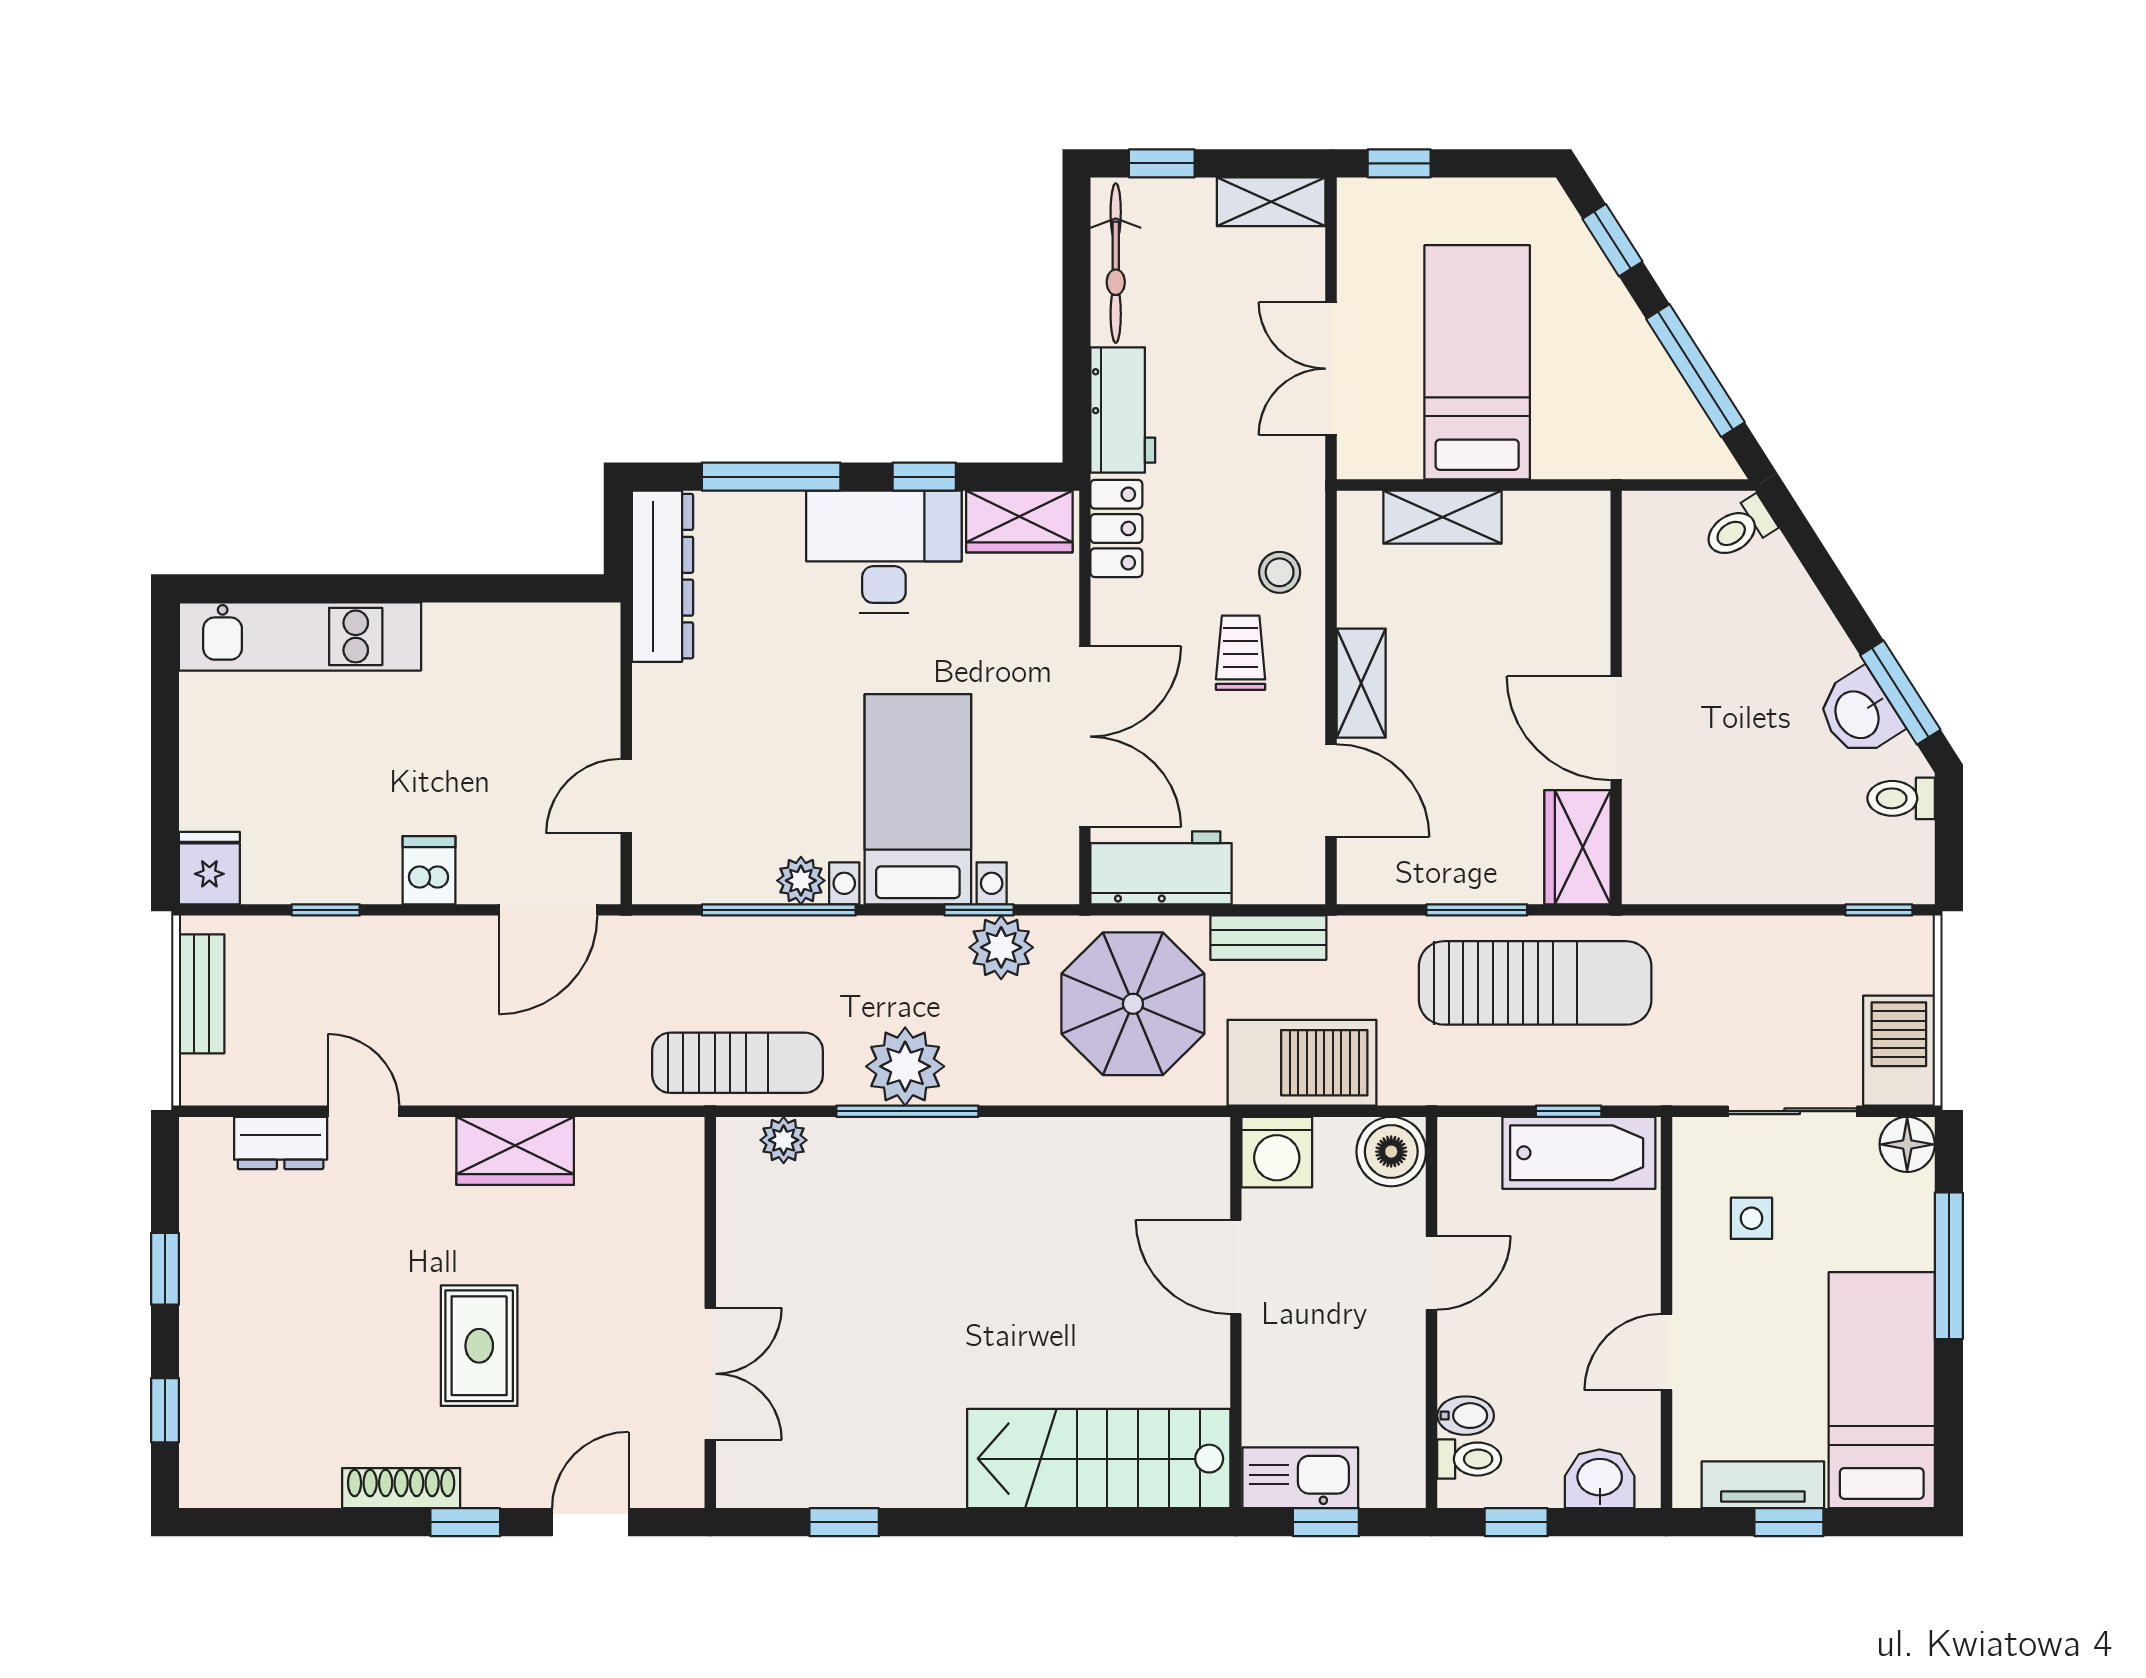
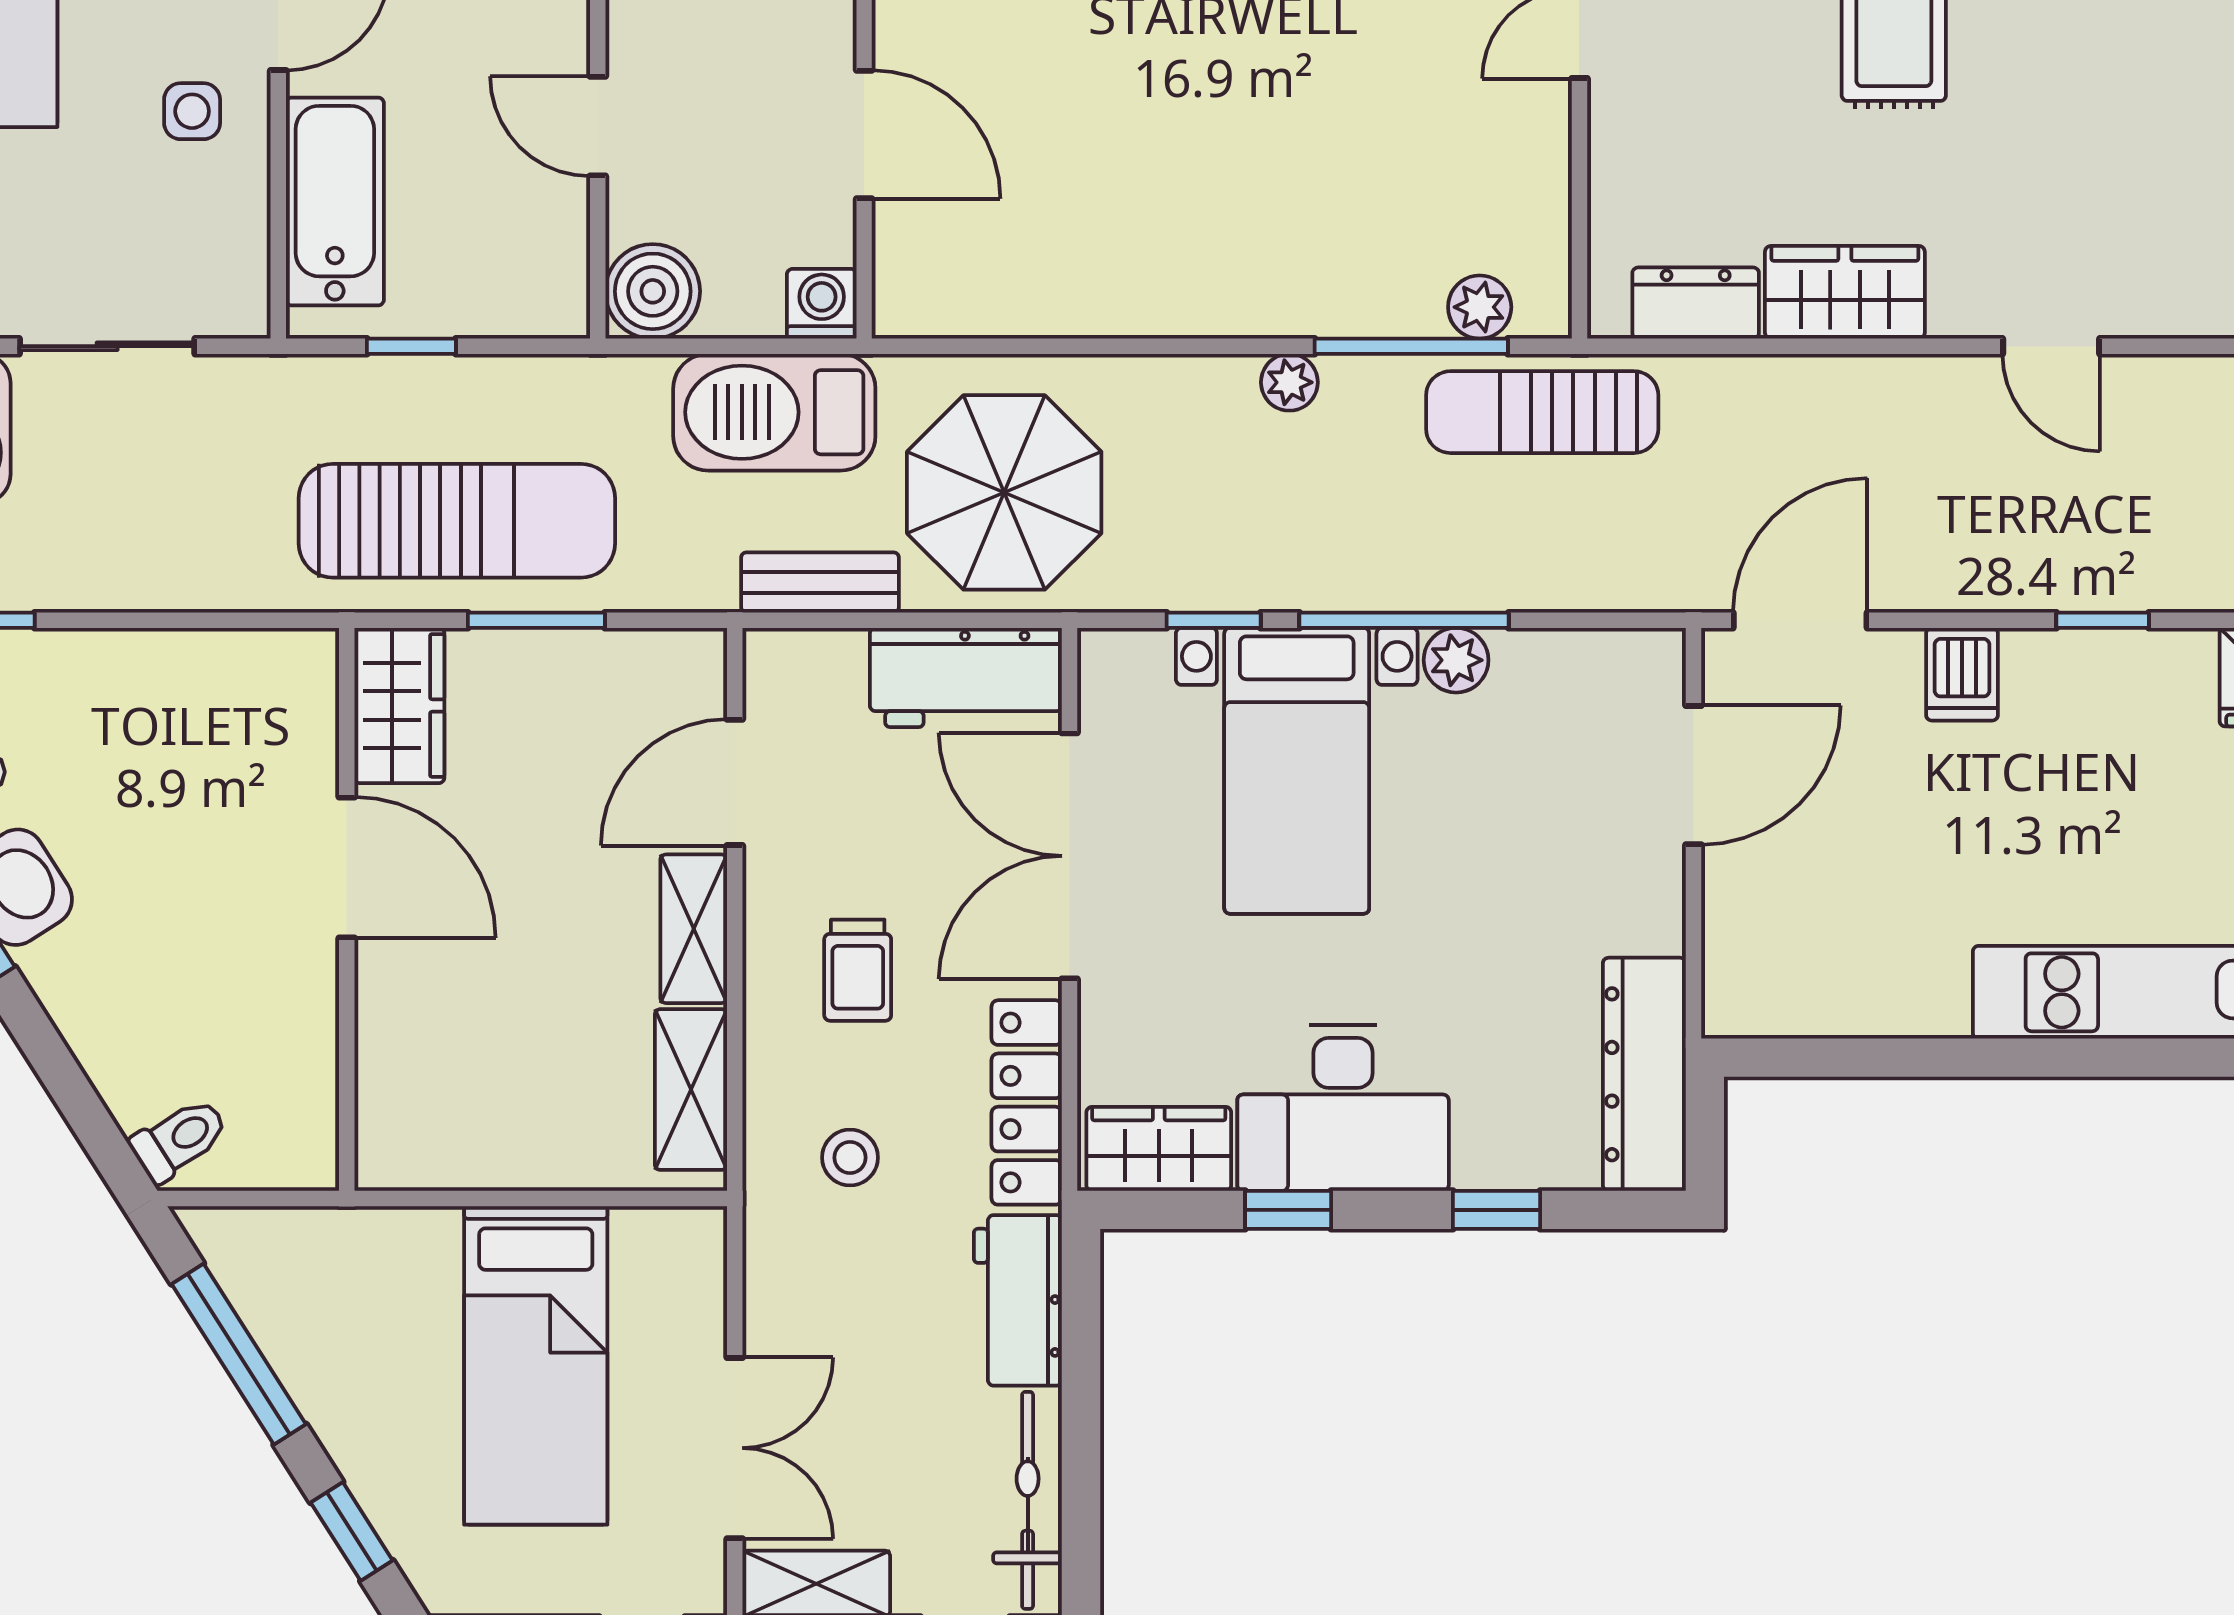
double door: (1331, 369) -> (735, 1448), moved
window: (771, 477) -> (1496, 1210), width x0.46
shelving: (1443, 517) -> (691, 1090), moved, turned 90
locker: (1116, 528) -> (1027, 1102), width x1.53
stool: (1280, 572) -> (850, 1158), moved
door: (1331, 791) -> (735, 782), hinge flipped
door: (626, 796) -> (1694, 775), width x1.38
window: (779, 910) -> (1404, 620), moved
plant: (1001, 947) -> (1183, 569), removed
sun lounger: (1535, 983) -> (457, 521), turned 180
plant: (905, 1066) -> (1289, 382), width x0.53, depth x0.53
window: (907, 1111) -> (1411, 346), moved
dresser: (281, 1143) -> (1696, 303), moved
washing machine: (1277, 1152) -> (822, 304), width x0.73, depth x0.73
bathtub: (1579, 1153) -> (335, 201), moved, turned 90
side table: (1751, 1218) -> (192, 111), moved
door: (1432, 1273) -> (598, 126), hinge flipped

